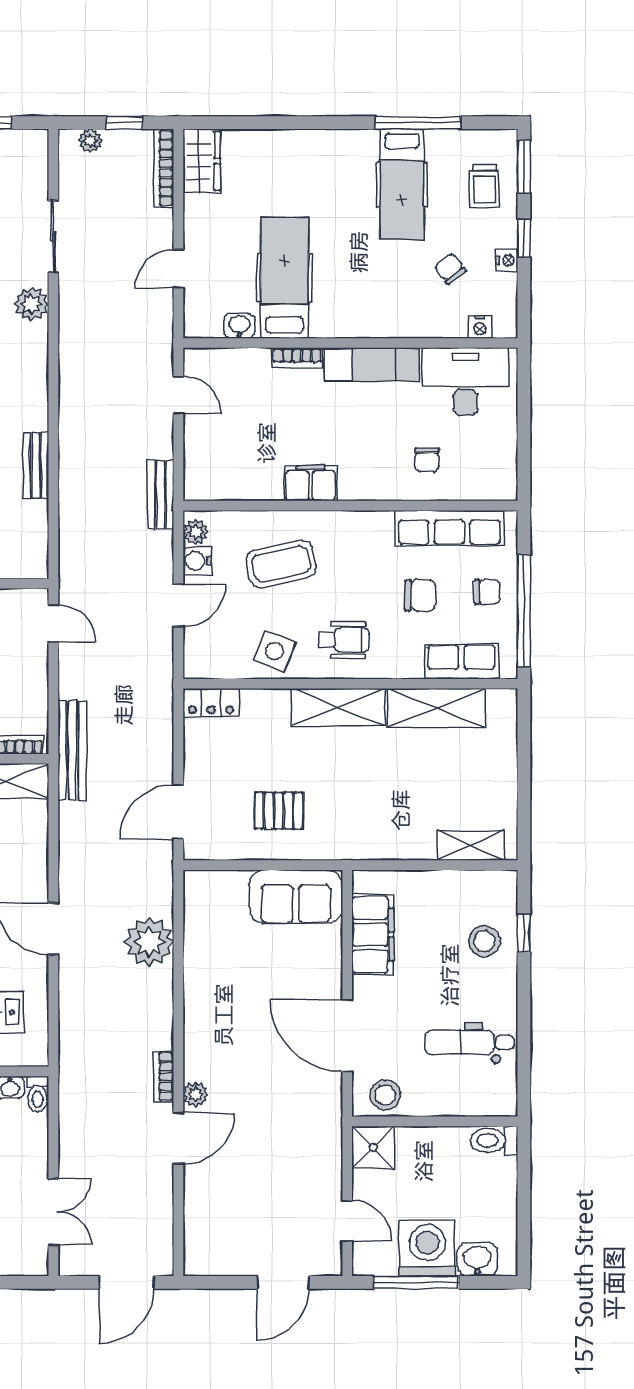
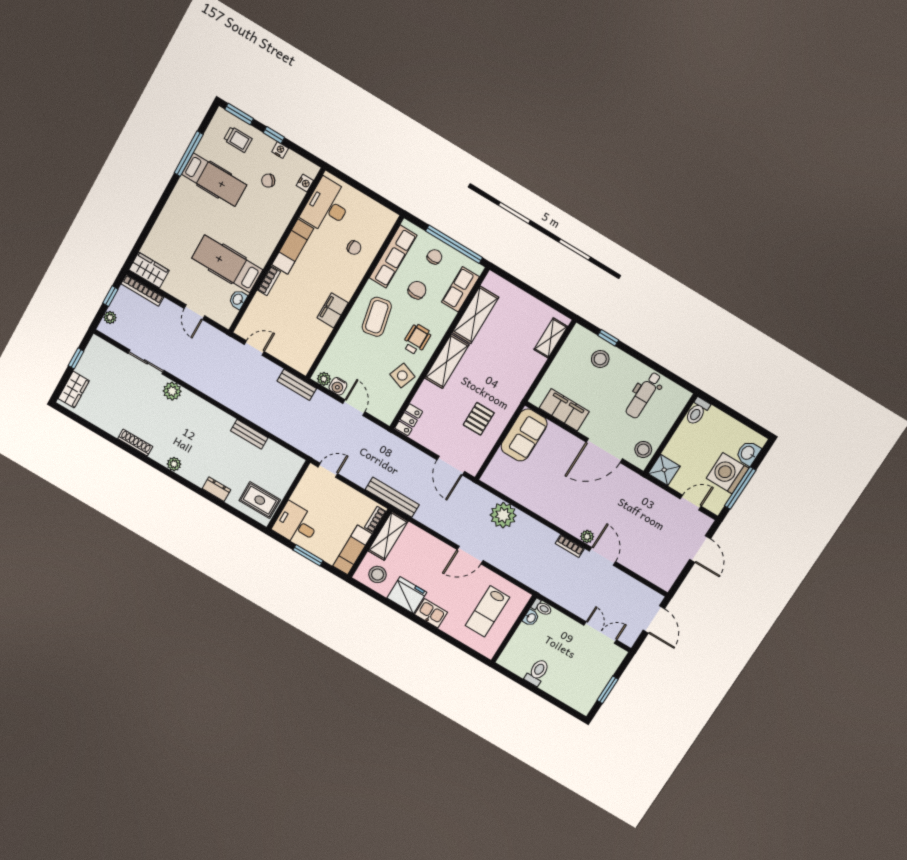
coffee table: (281, 564) -> (377, 317), moved

